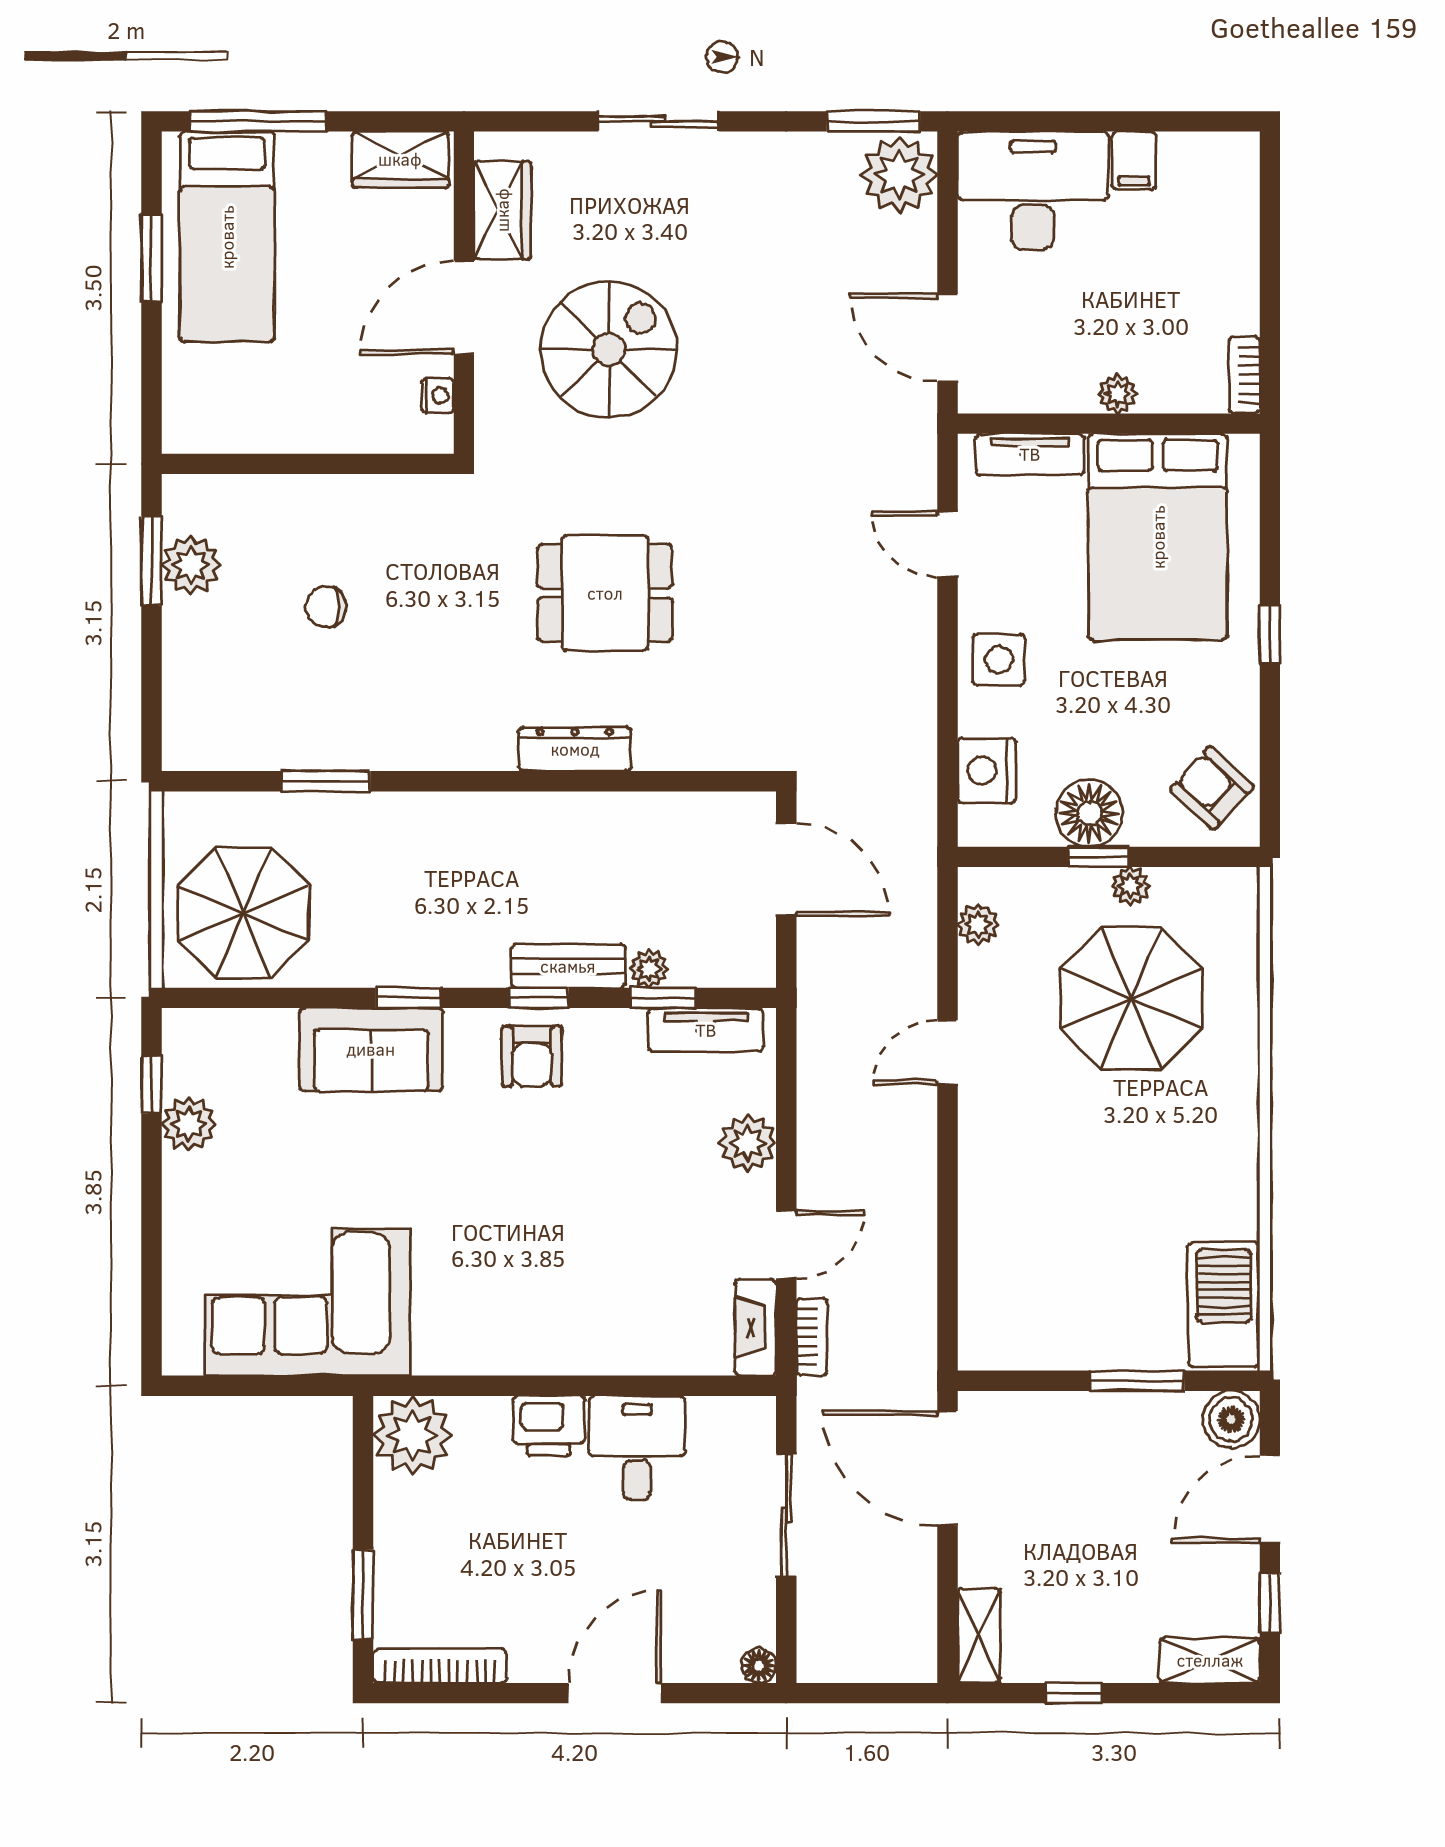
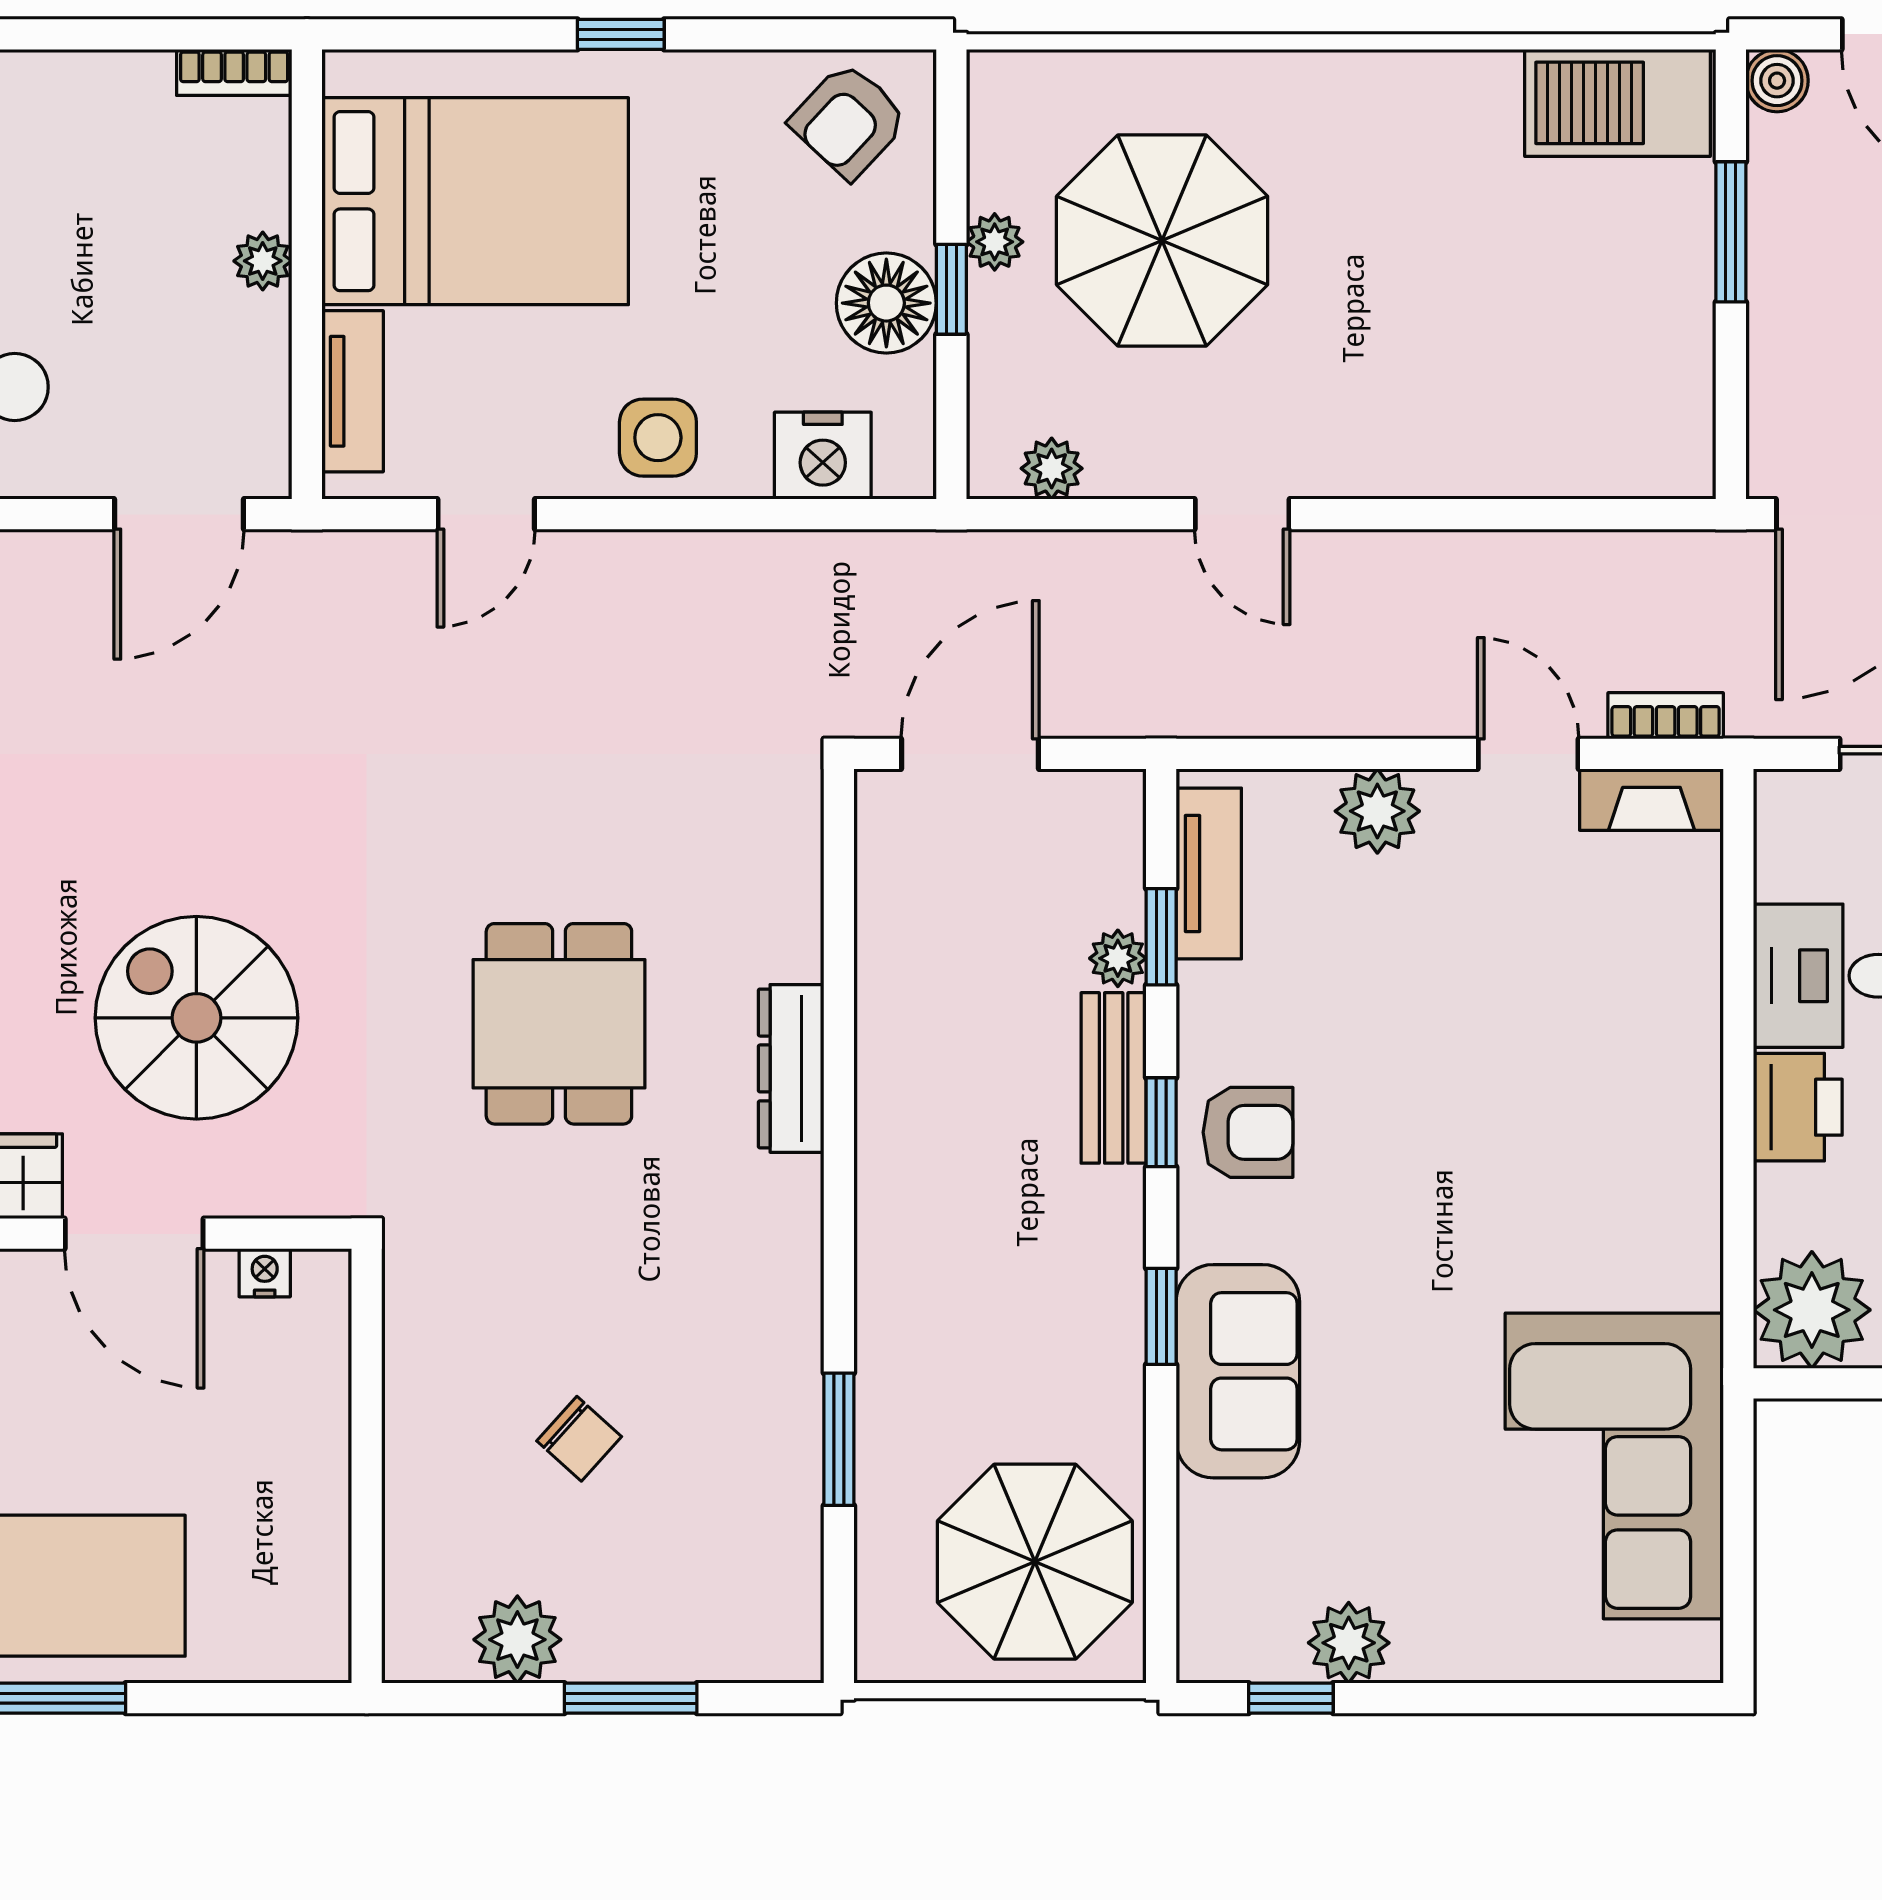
window: (151, 561) -> (631, 1698), moved
chair: (326, 607) -> (579, 1439), turned -48
boiler: (1231, 1419) -> (1777, 81), width x0.73, depth x0.73

